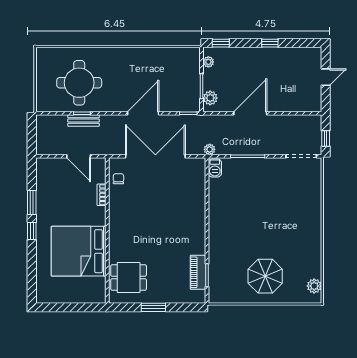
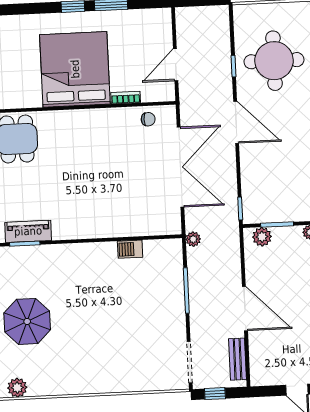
door: (143, 113) -> (236, 122), moved
door: (250, 113) -> (245, 309), moved
bench: (83, 120) -> (238, 359), moved
barbecue: (215, 168) -> (130, 249), moved
bed: (79, 251) -> (75, 69), moved

